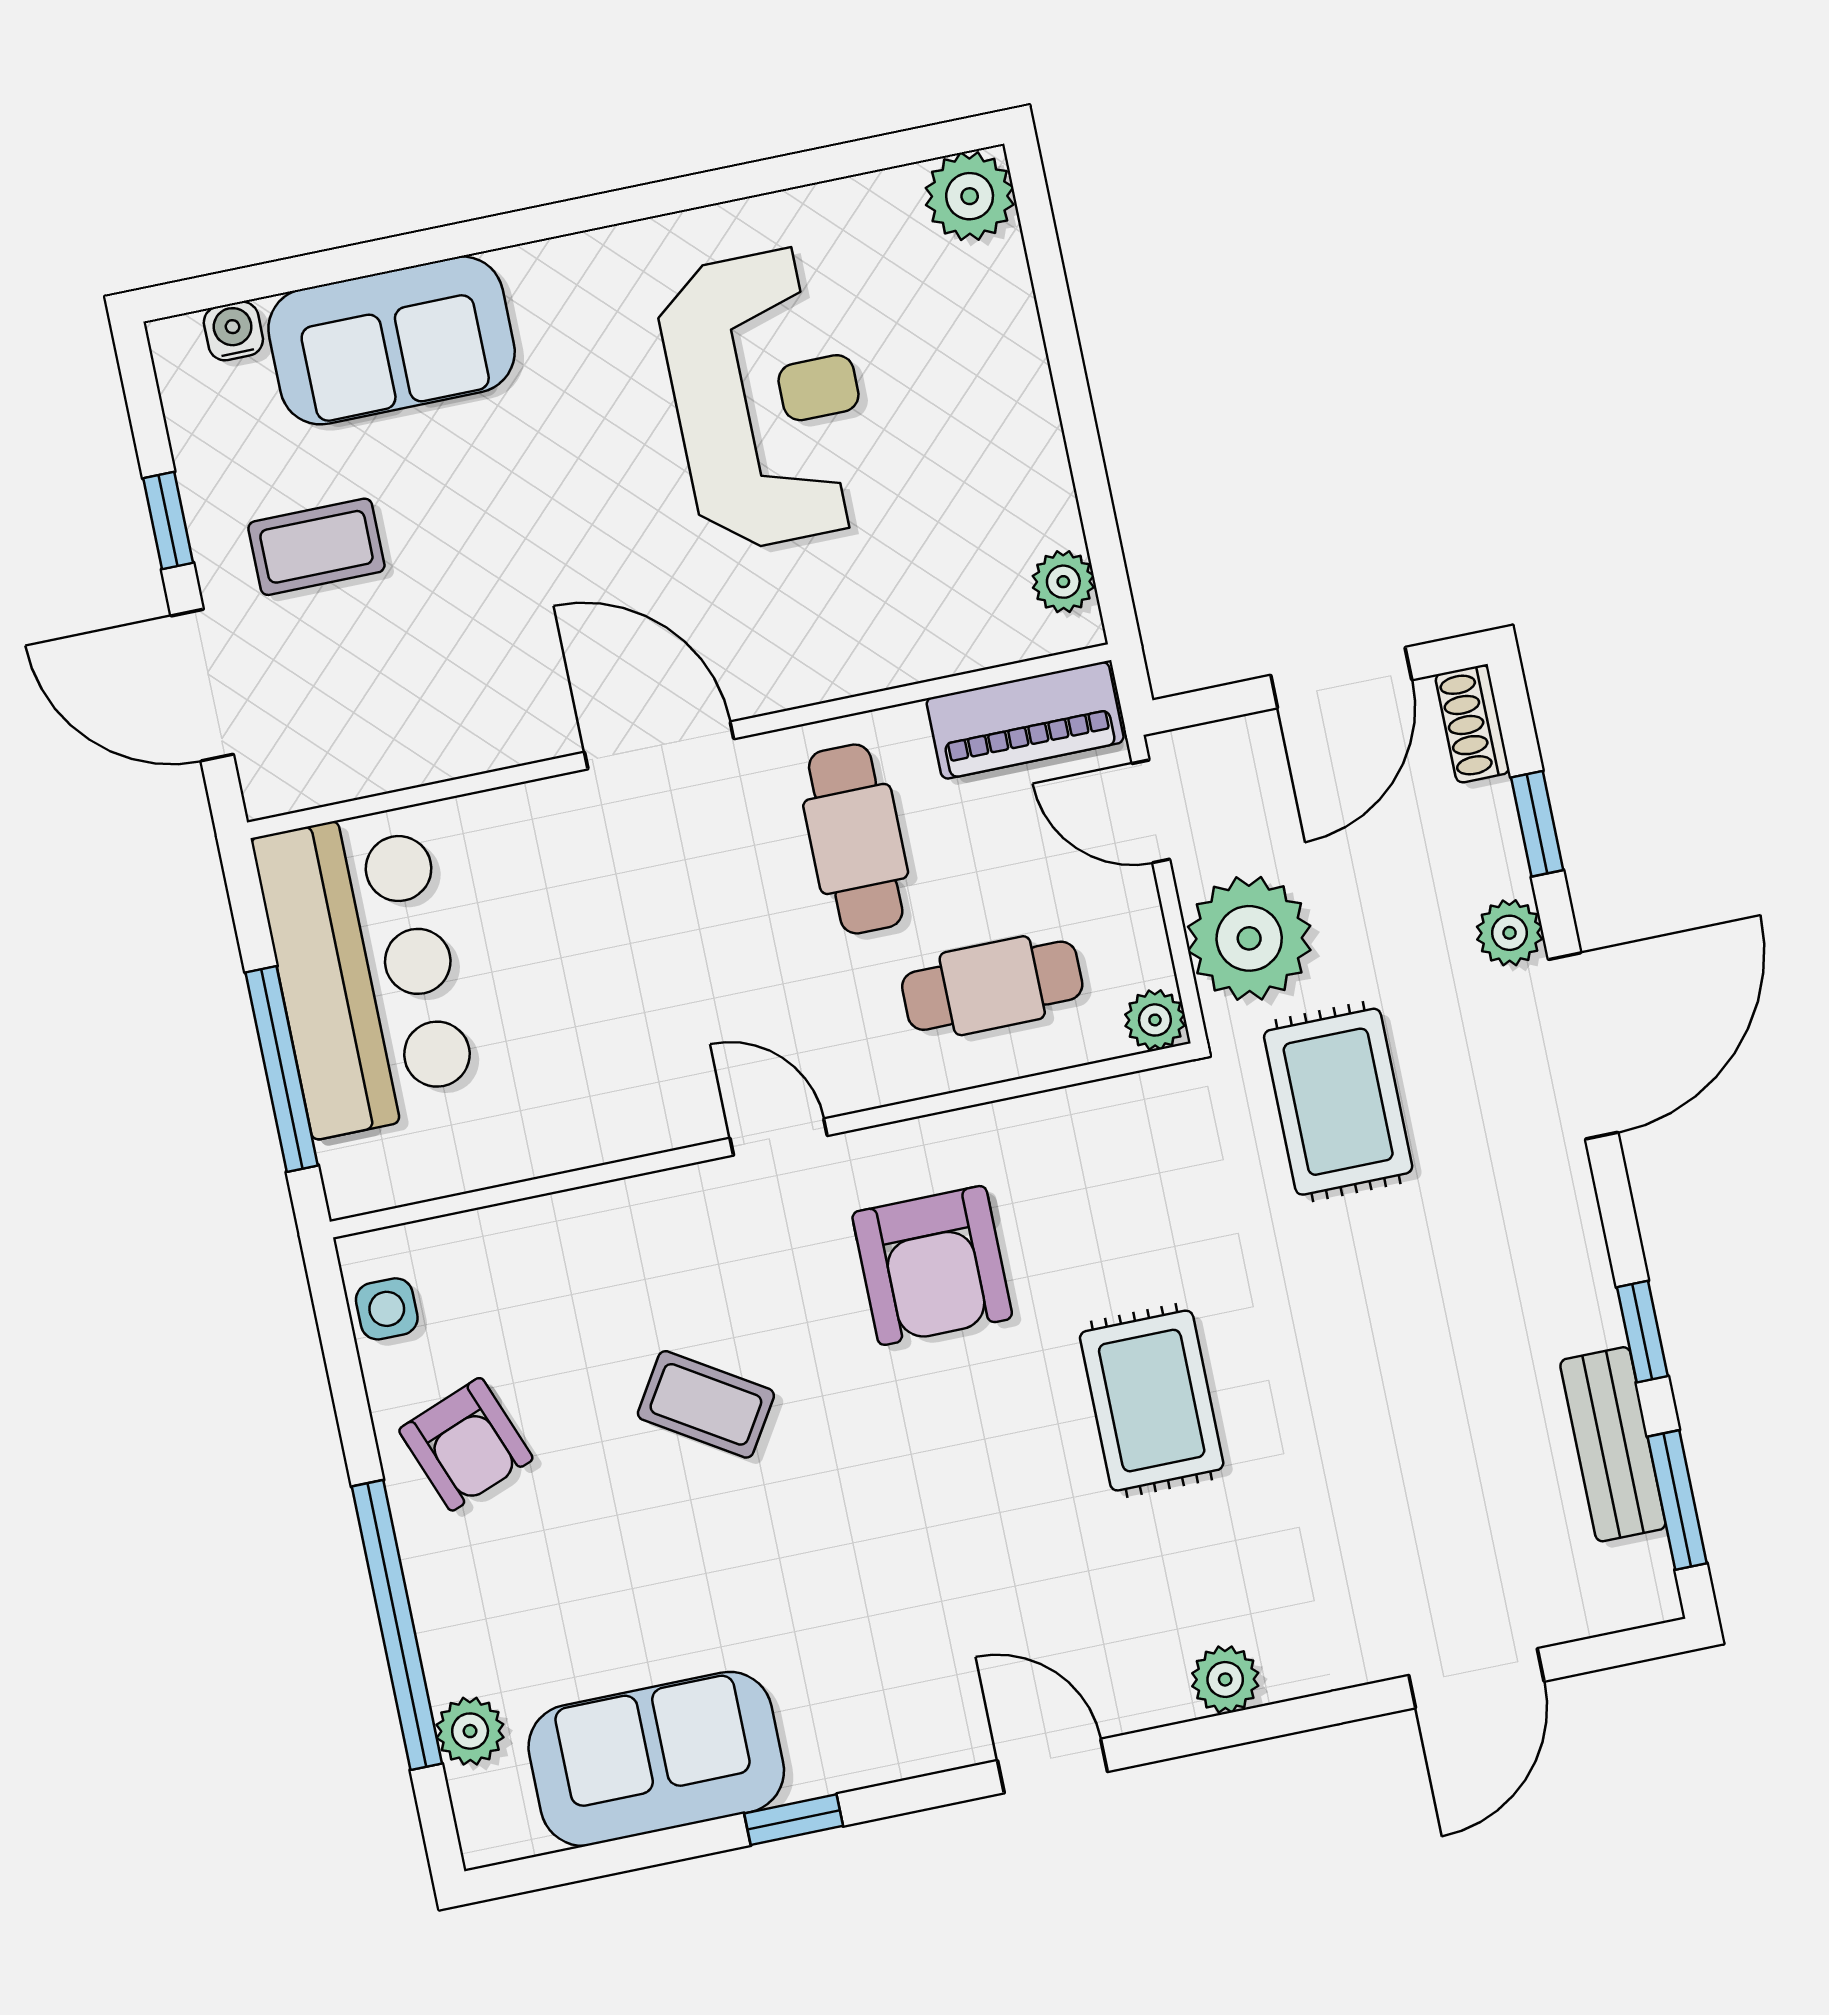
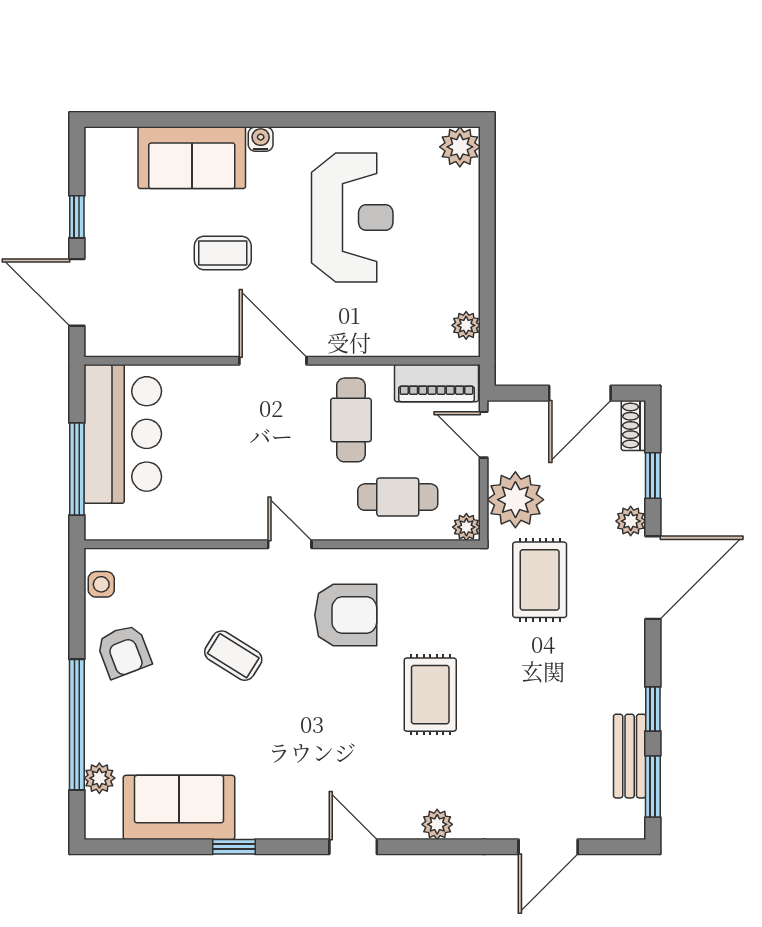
water cooler: (233, 331) -> (261, 139), moved
coffee table: (316, 547) -> (223, 253), moved
armchair: (932, 1265) -> (346, 615), turned -90

